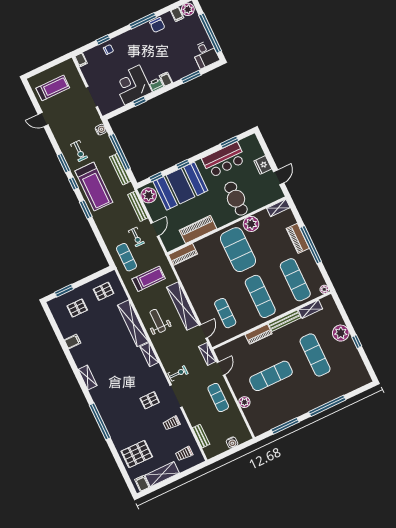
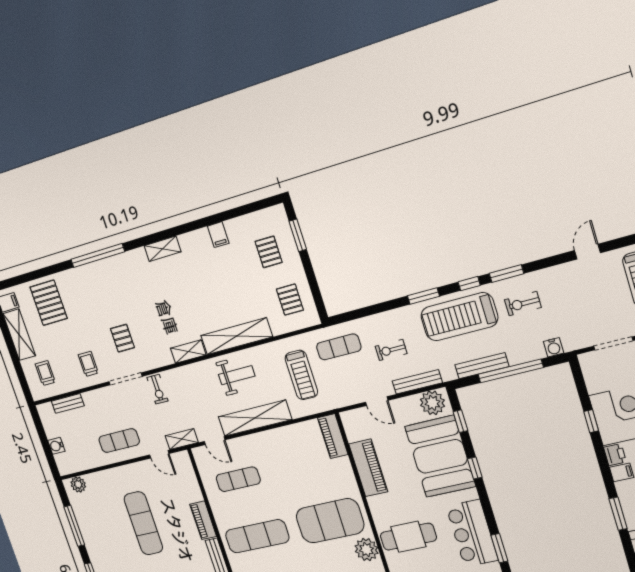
exercise bike: (136, 237) -> (391, 350), moved
plant: (244, 402) -> (78, 484), moved

